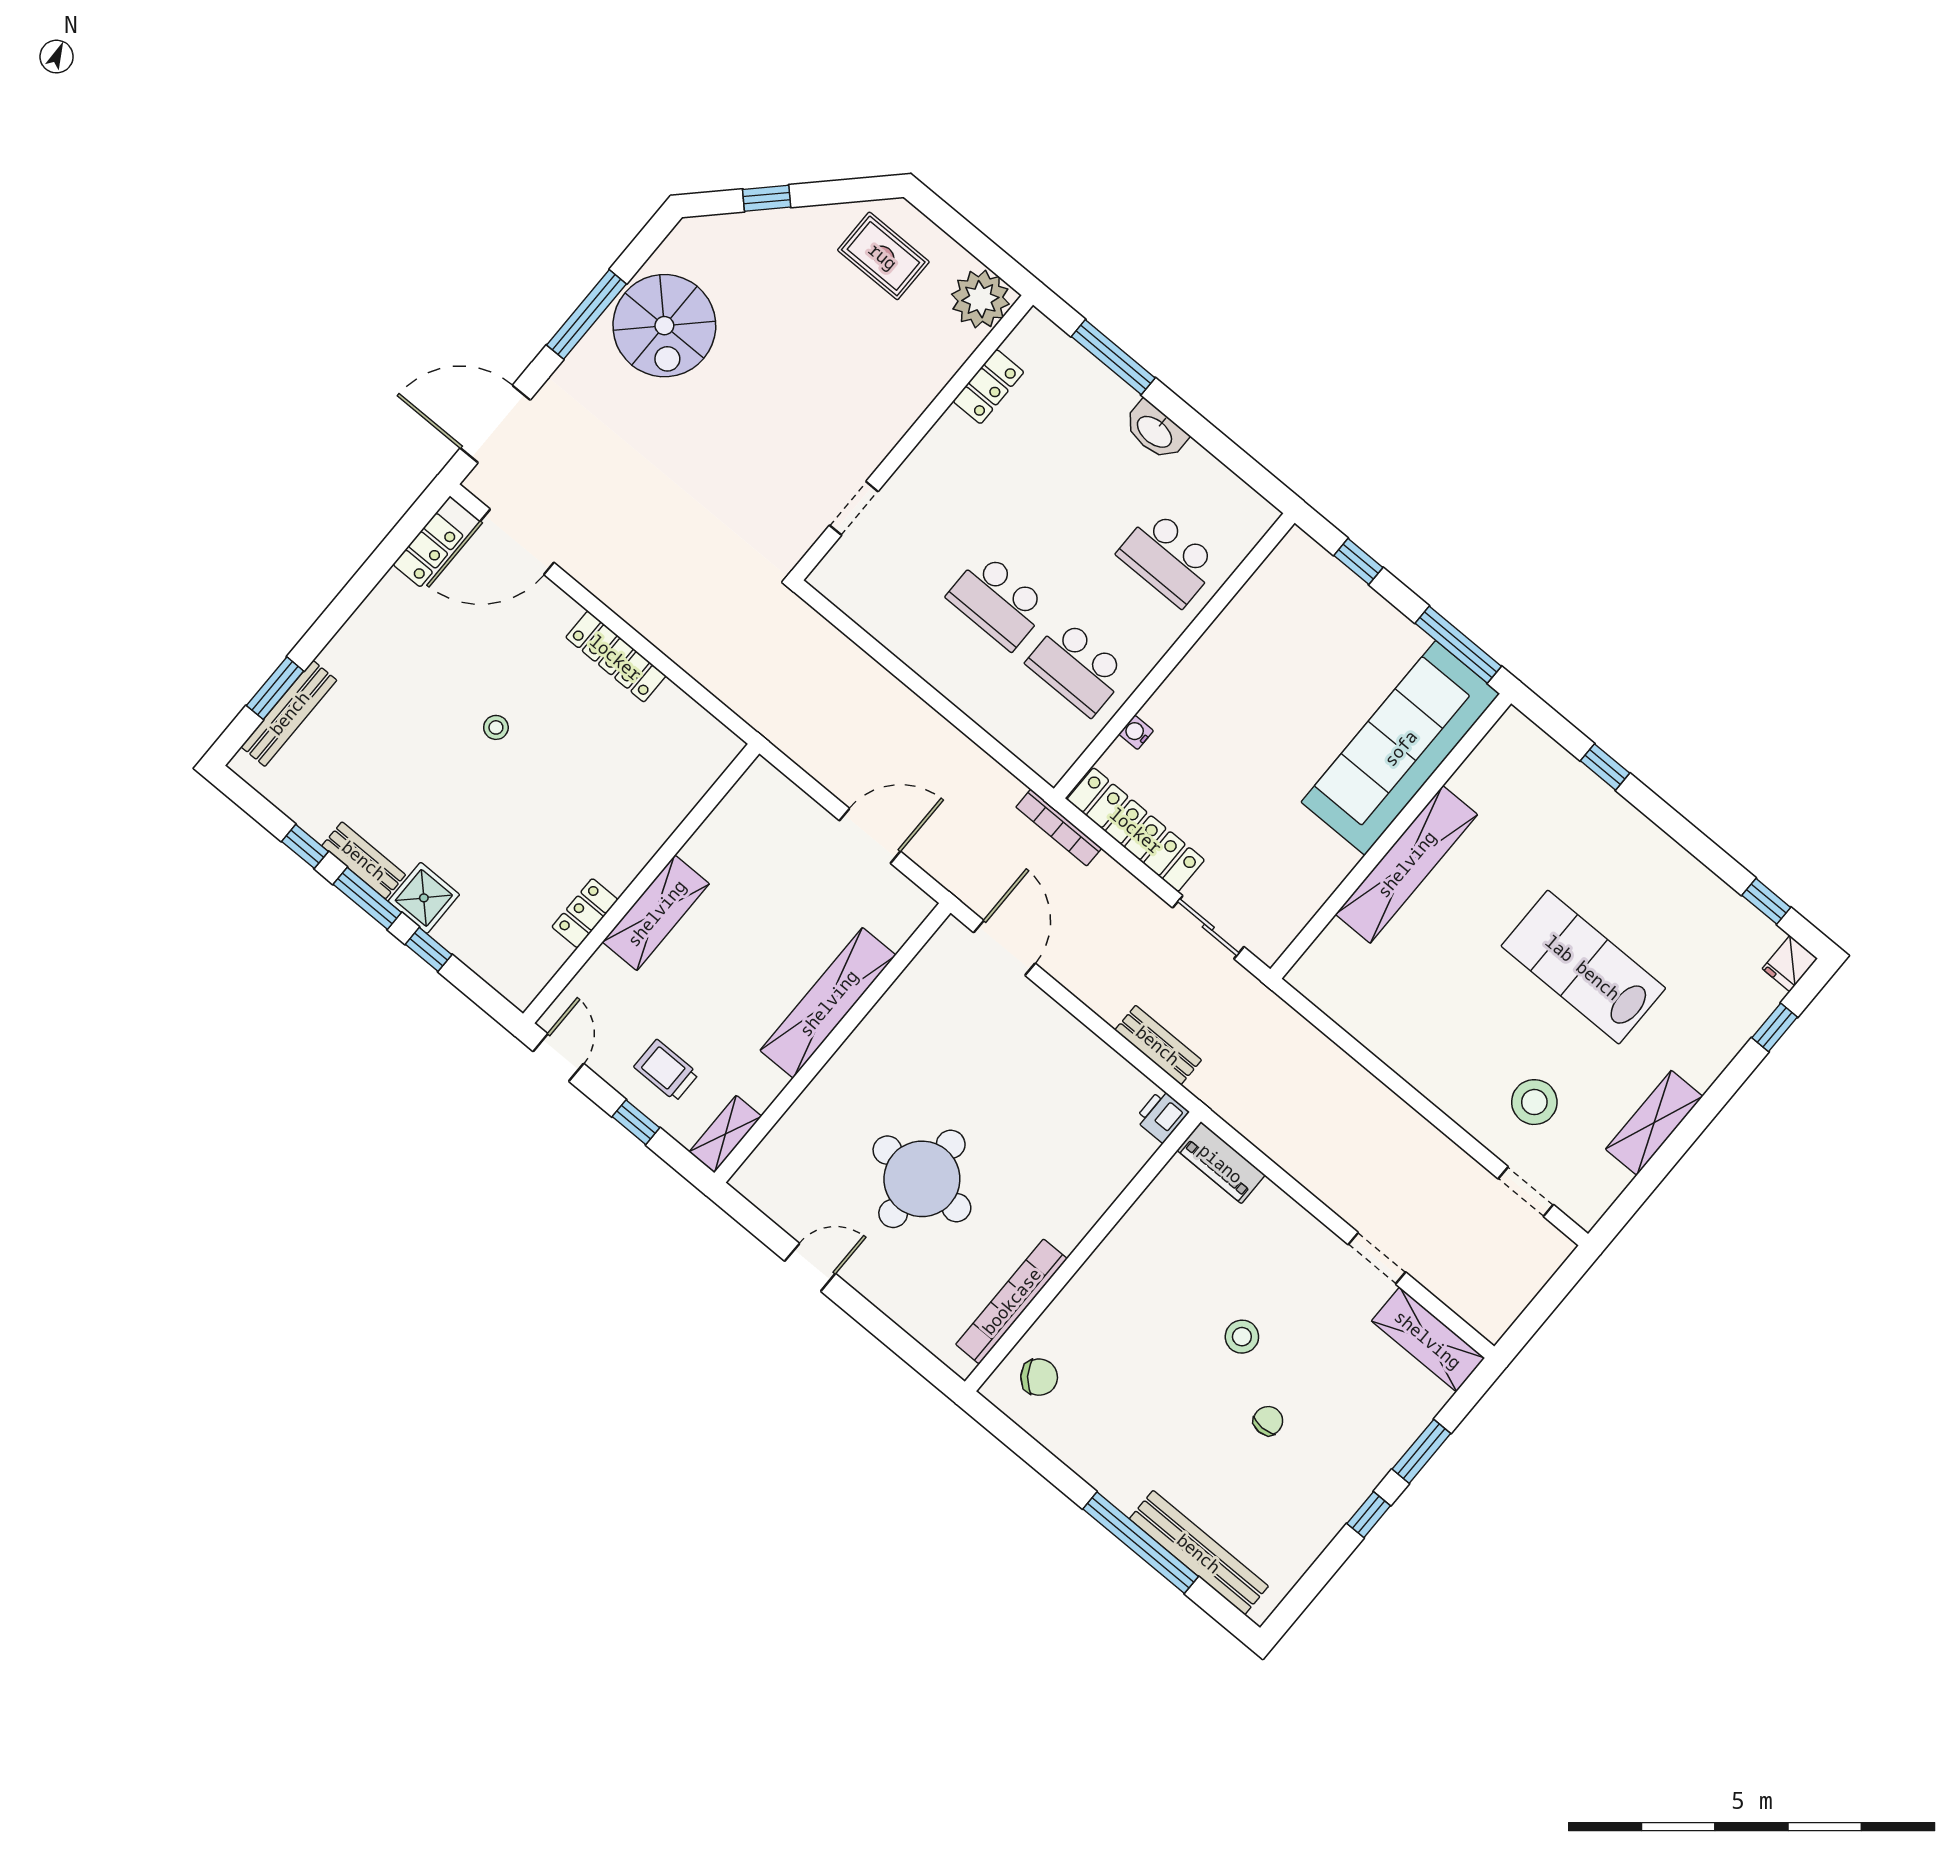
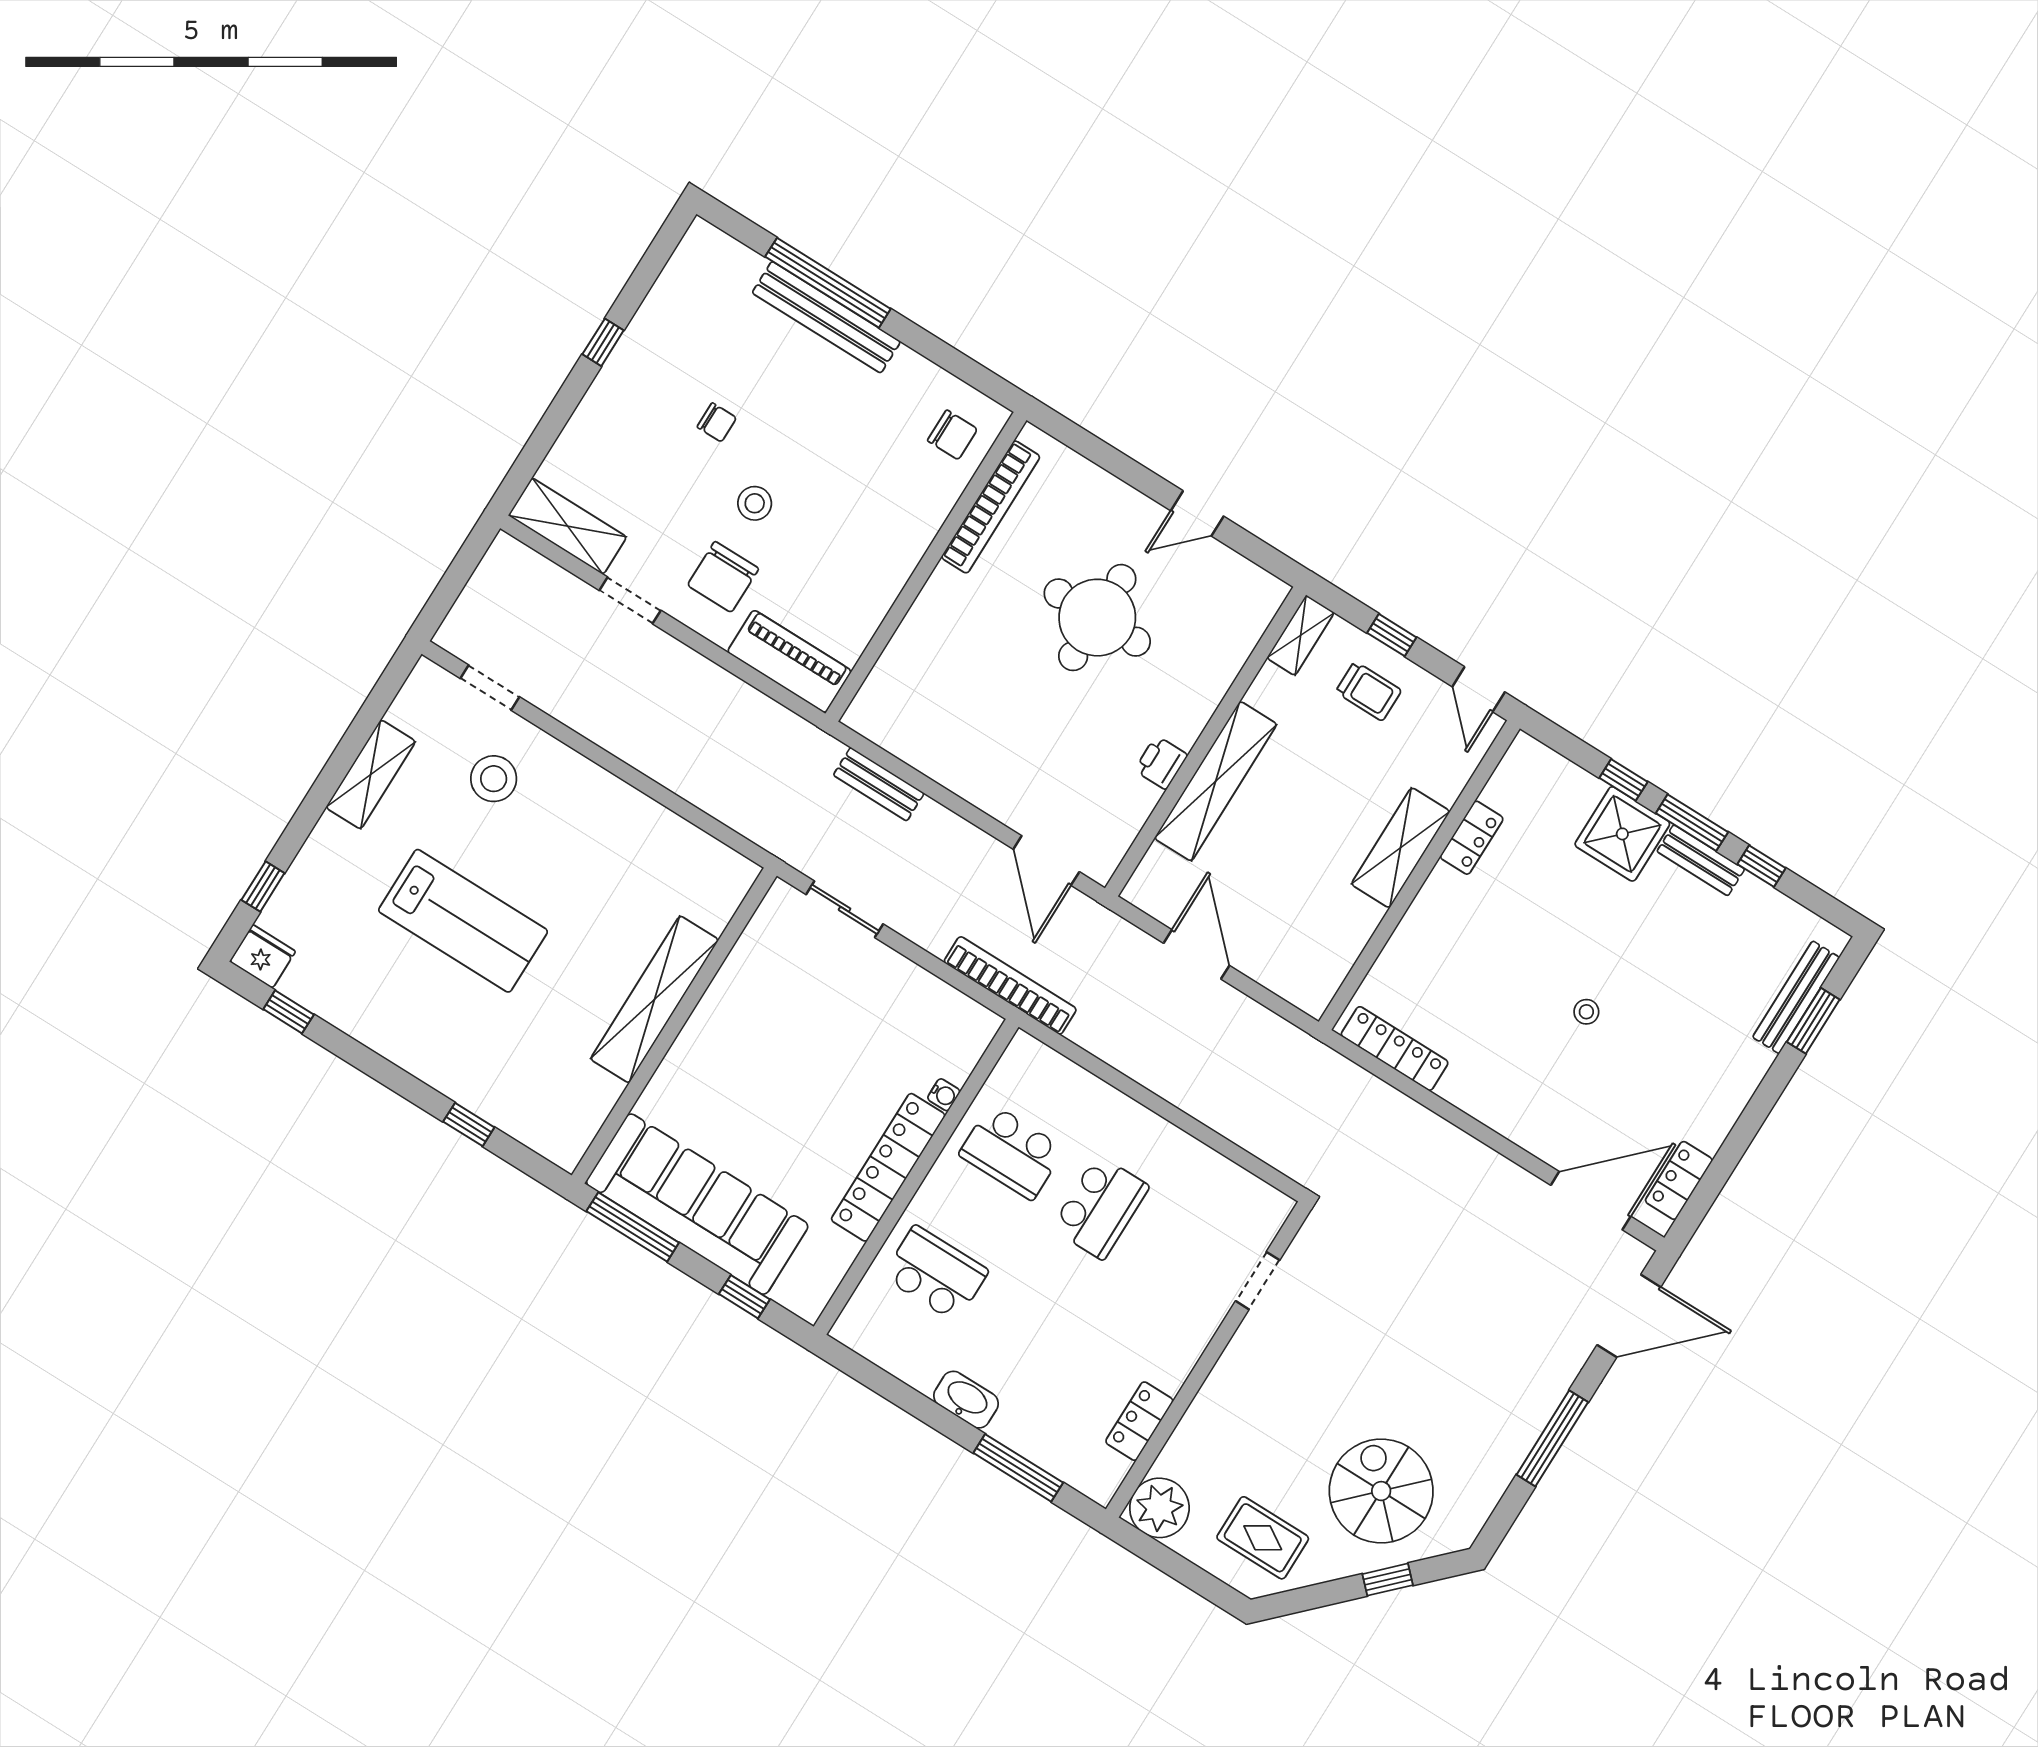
spiral stairs: (664, 326) -> (1381, 1491), moved
school desk: (998, 601) -> (1100, 1207), turned 90
locker: (616, 657) -> (1395, 1049), moved
school desk: (1077, 667) -> (1012, 1152), turned 180
sofa: (1400, 748) -> (697, 1204), moved, turned -90
bookcase: (1059, 828) -> (1010, 985), width x1.48, depth x1.31
locker: (1136, 830) -> (888, 1167), moved, turned 90
door: (870, 836) -> (1196, 954), swing flipped
shower: (424, 898) -> (1622, 834), width x1.36, depth x1.36
fridge: (1790, 964) -> (262, 956), width x1.38
printer: (1162, 1116) -> (1161, 763), moved, turned 180
piano: (1221, 1163) -> (789, 661), width x1.37, depth x1.33
chair: (1283, 1269) -> (723, 577), added
chair: (1039, 1377) -> (952, 435), turned -143
chair: (1268, 1421) -> (717, 422), turned -90
window: (1421, 1451) -> (559, 413), removed
bench: (1199, 1553) -> (826, 317), moved

